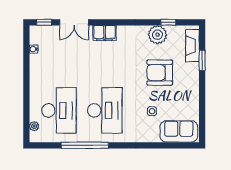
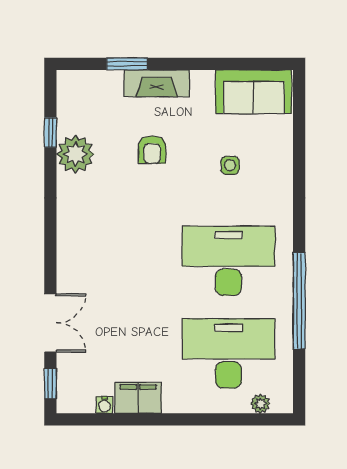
filing cabinet: (105, 33) -> (138, 398), moved, turned -90
fireplace: (192, 46) -> (157, 83), moved
armchair: (160, 73) -> (152, 150), width x0.53, depth x0.53
sofa: (179, 131) -> (254, 92), moved, turned -90

